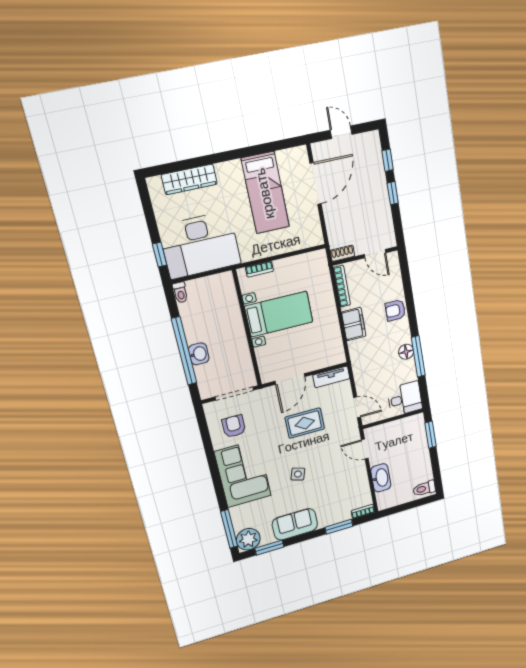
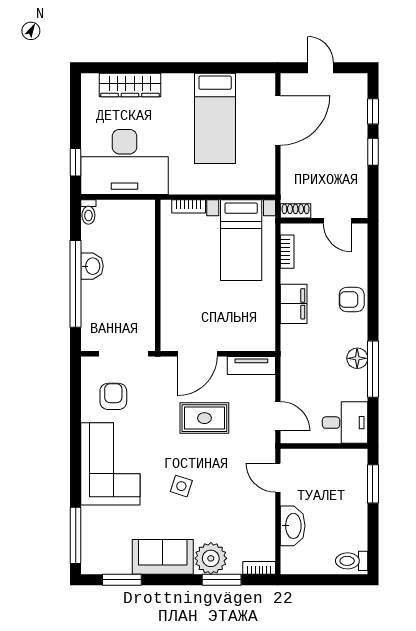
bookcase: (342, 286) -> (287, 252), width x0.64
bed with nightstands: (279, 314) -> (241, 240), moved, turned 90
washbasin: (199, 354) -> (92, 266), moved
plant: (248, 539) -> (211, 558), moved

